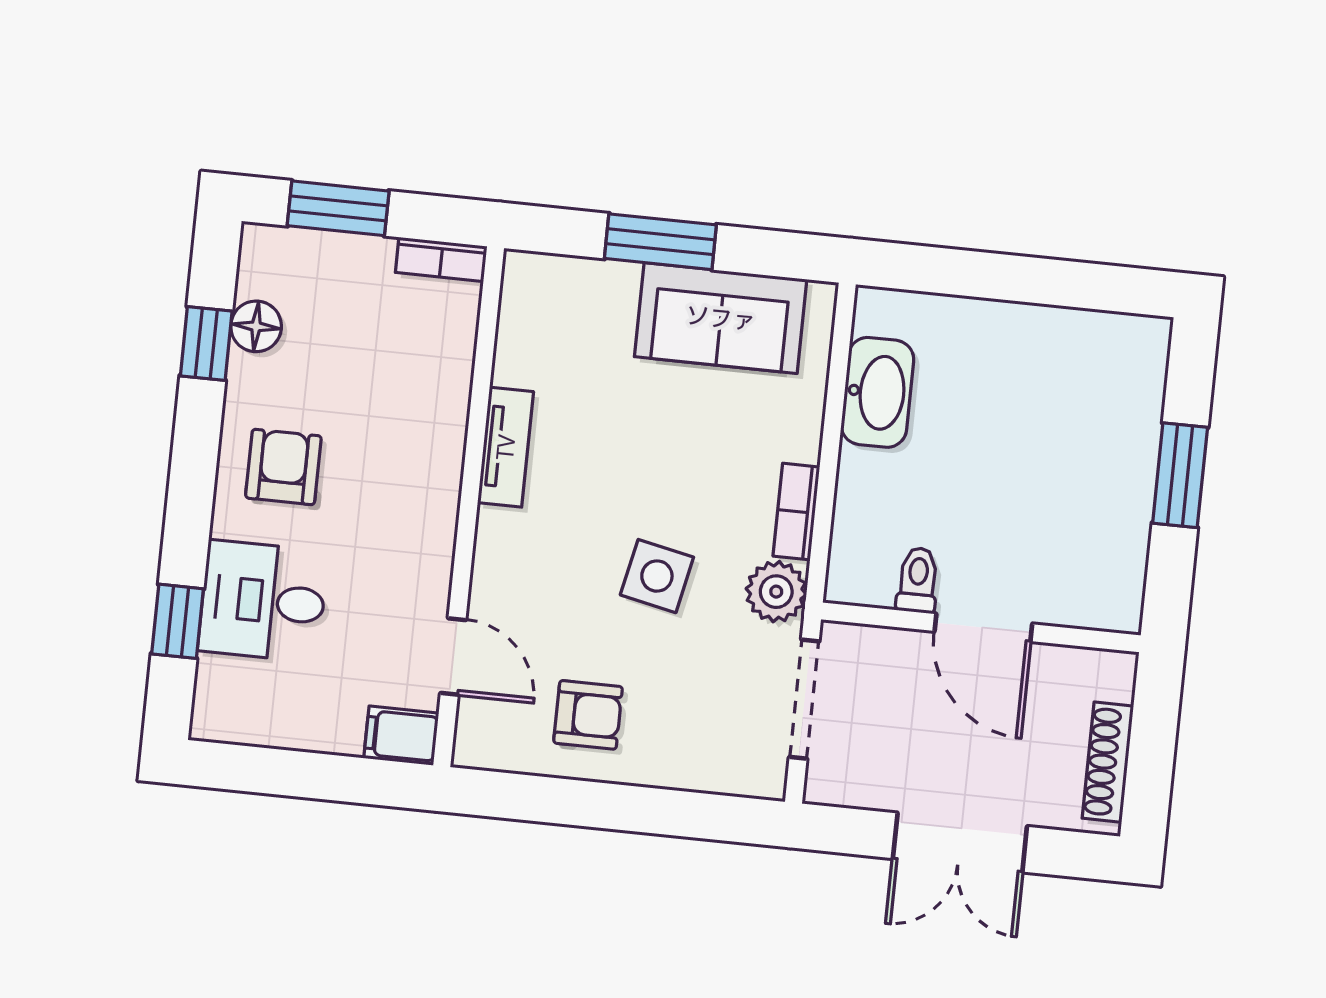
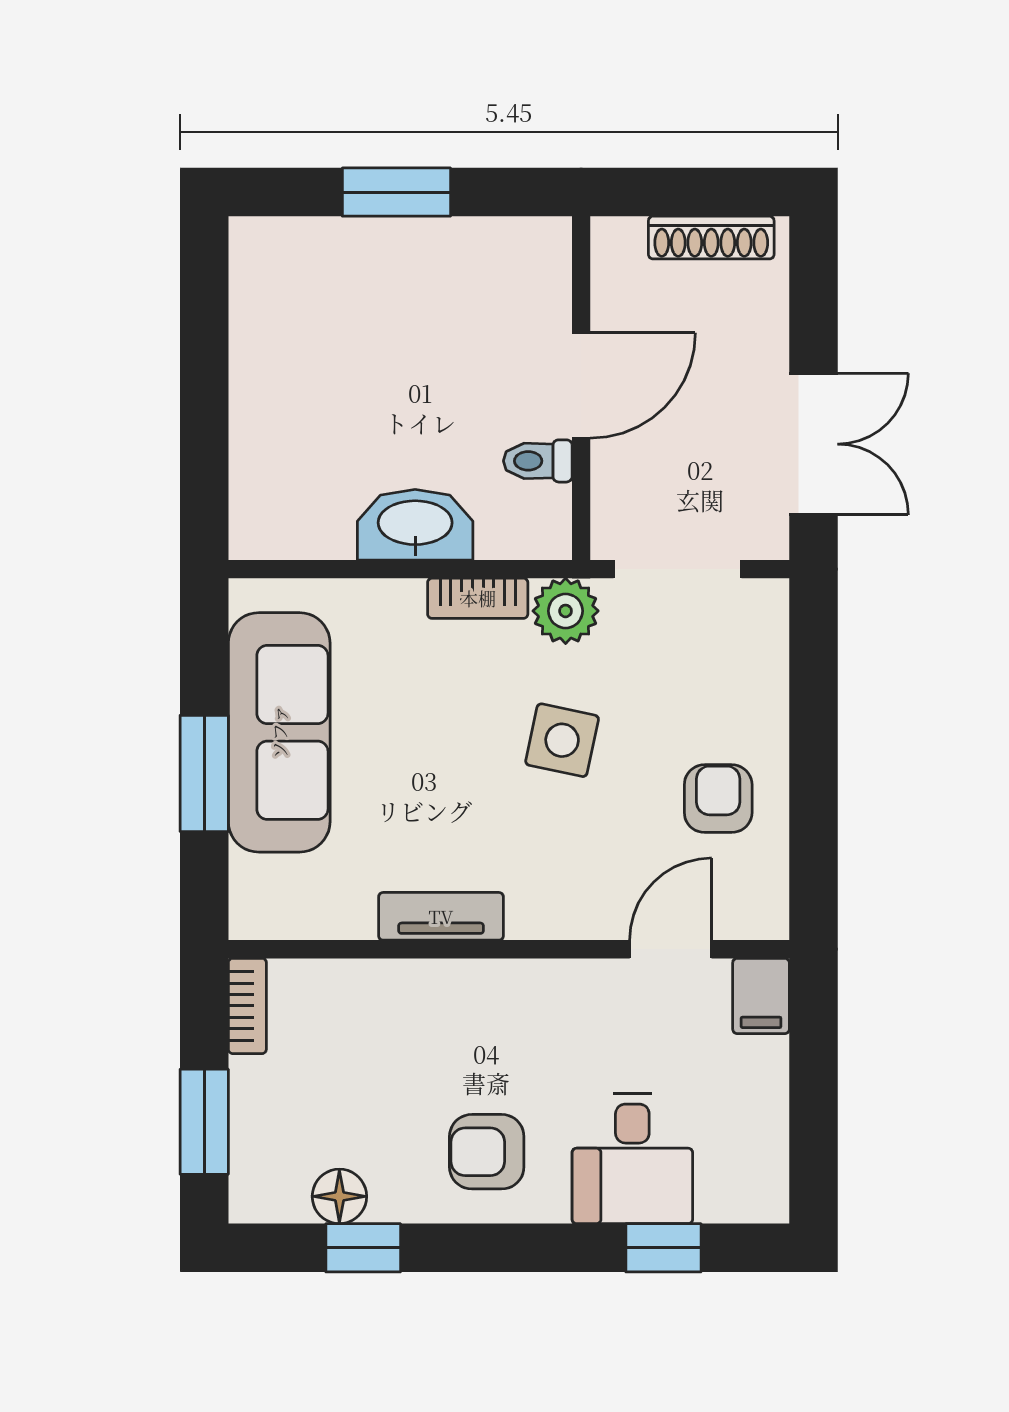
sofa: (721, 318) -> (279, 732), width x1.36
washbasin: (877, 392) -> (415, 525), moved
double door: (960, 842) -> (813, 444), moved

